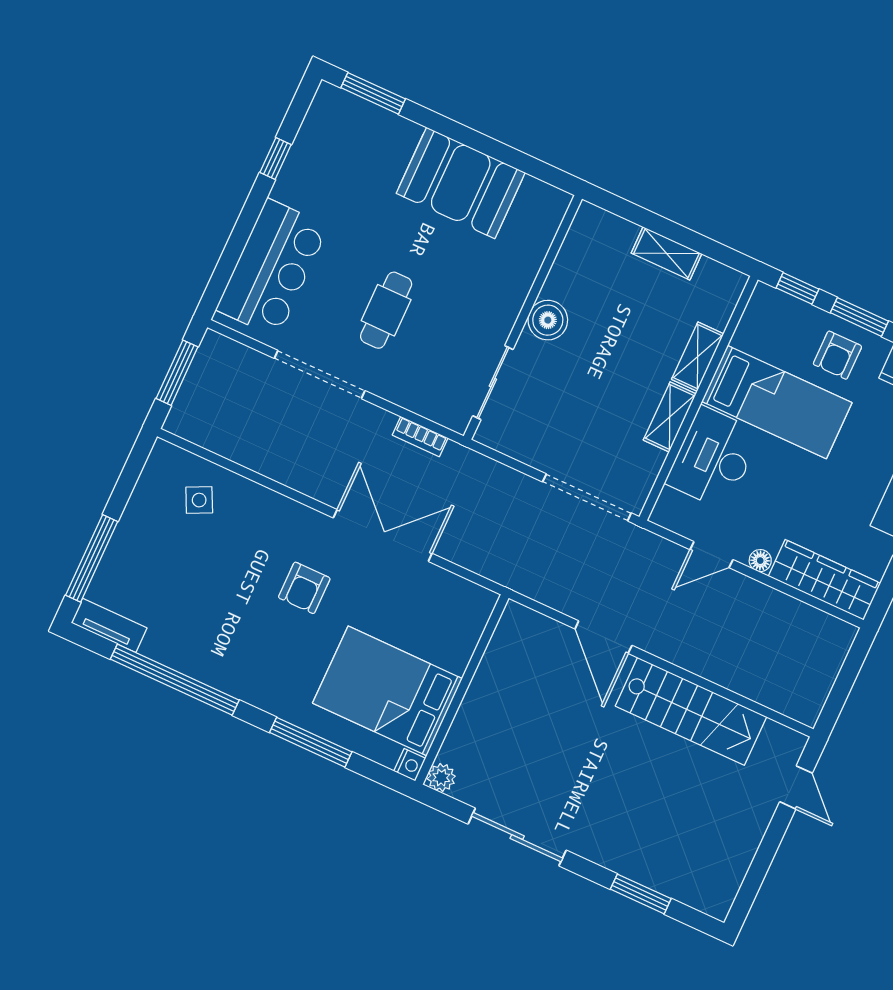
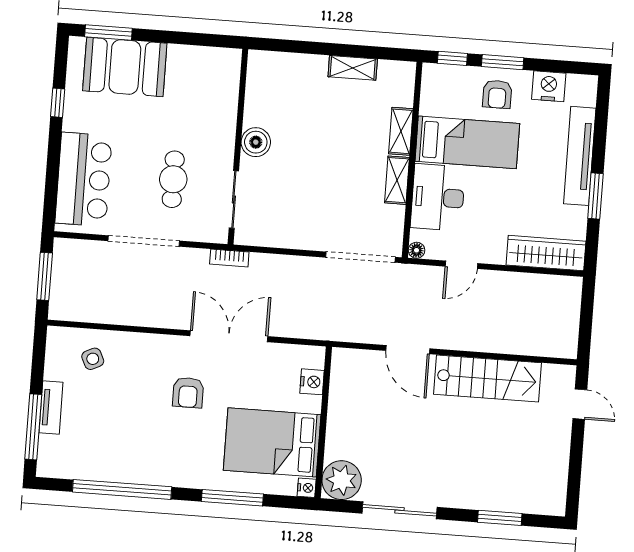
booth: (461, 183) -> (125, 67), moved
wall: (523, 317) -> (238, 147), moved
boiler: (548, 320) -> (256, 142), moved
sliding door: (493, 383) -> (234, 200), moved
floor lamp: (760, 561) -> (417, 250), moved
tv unit: (109, 625) -> (51, 408), moved, turned 90
nightstand: (467, 633) -> (312, 382), added
plant: (441, 778) -> (342, 480), width x1.88, depth x1.88

